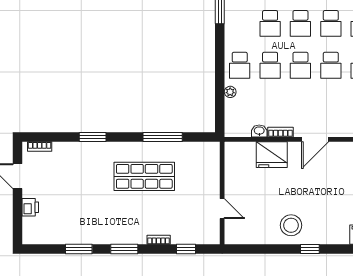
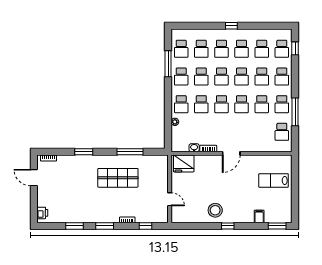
school desk: (240, 23) -> (181, 76), added
fridge: (272, 155) -> (184, 163), moved
printer: (30, 207) -> (42, 213), moved

